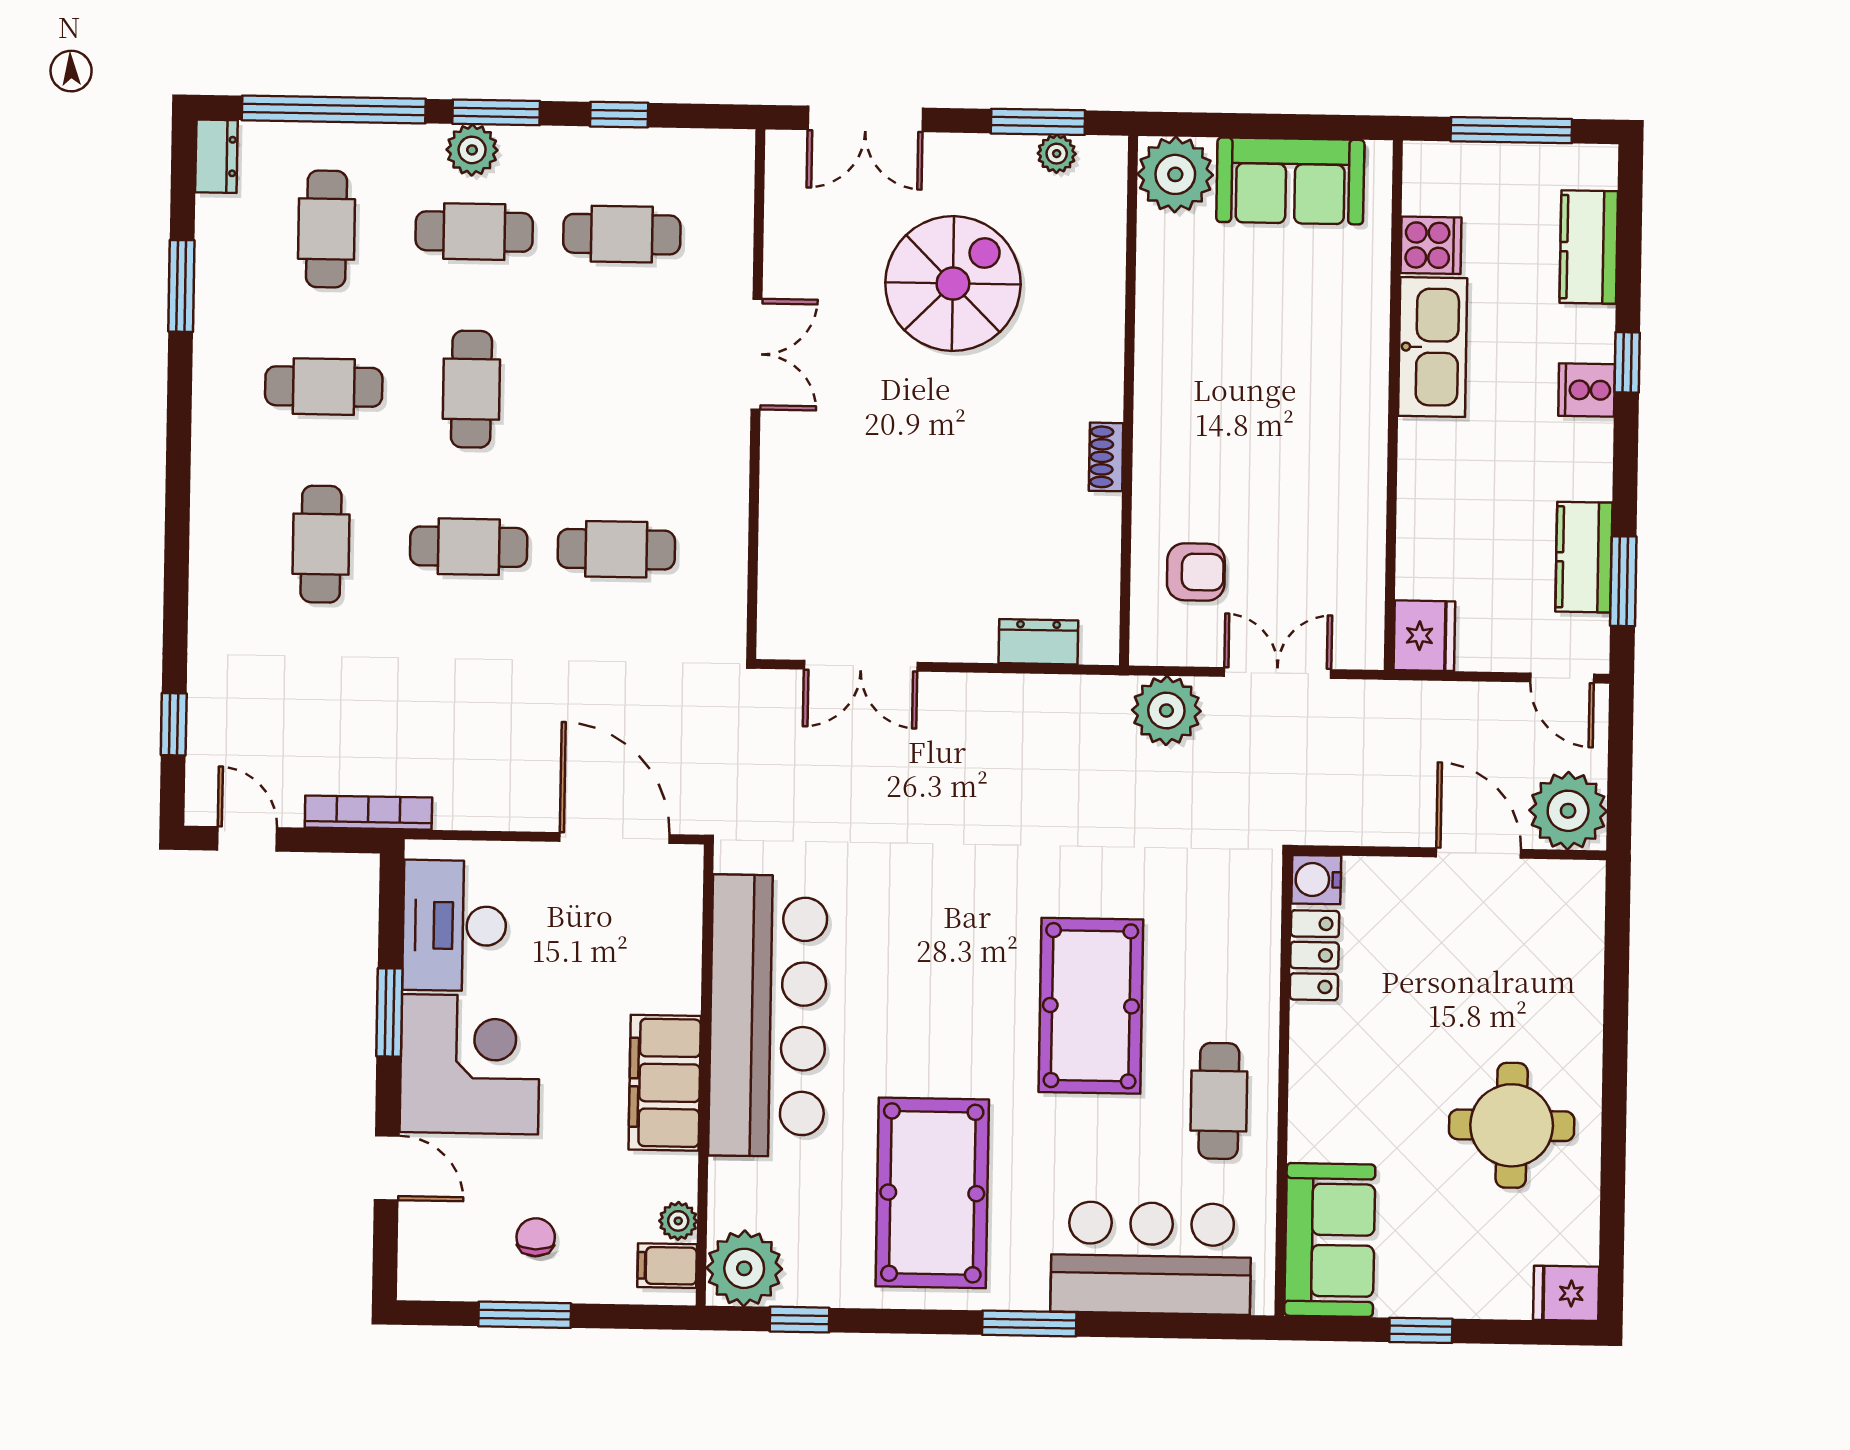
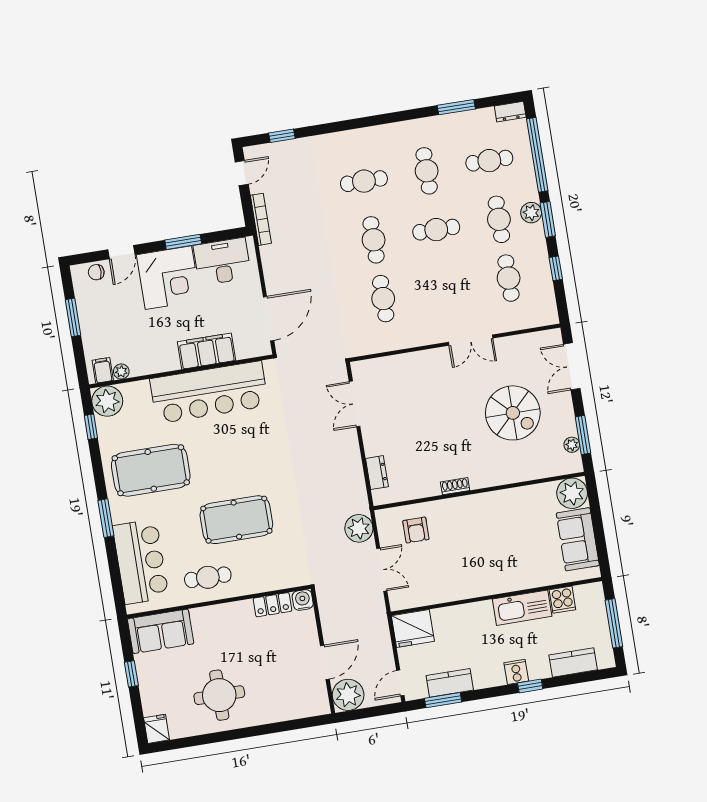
fridge: (1424, 636) -> (413, 628), width x1.36, depth x1.34
filing cabinet: (665, 1083) -> (207, 351), moved
chair: (536, 1237) -> (96, 272), moved, turned 180

